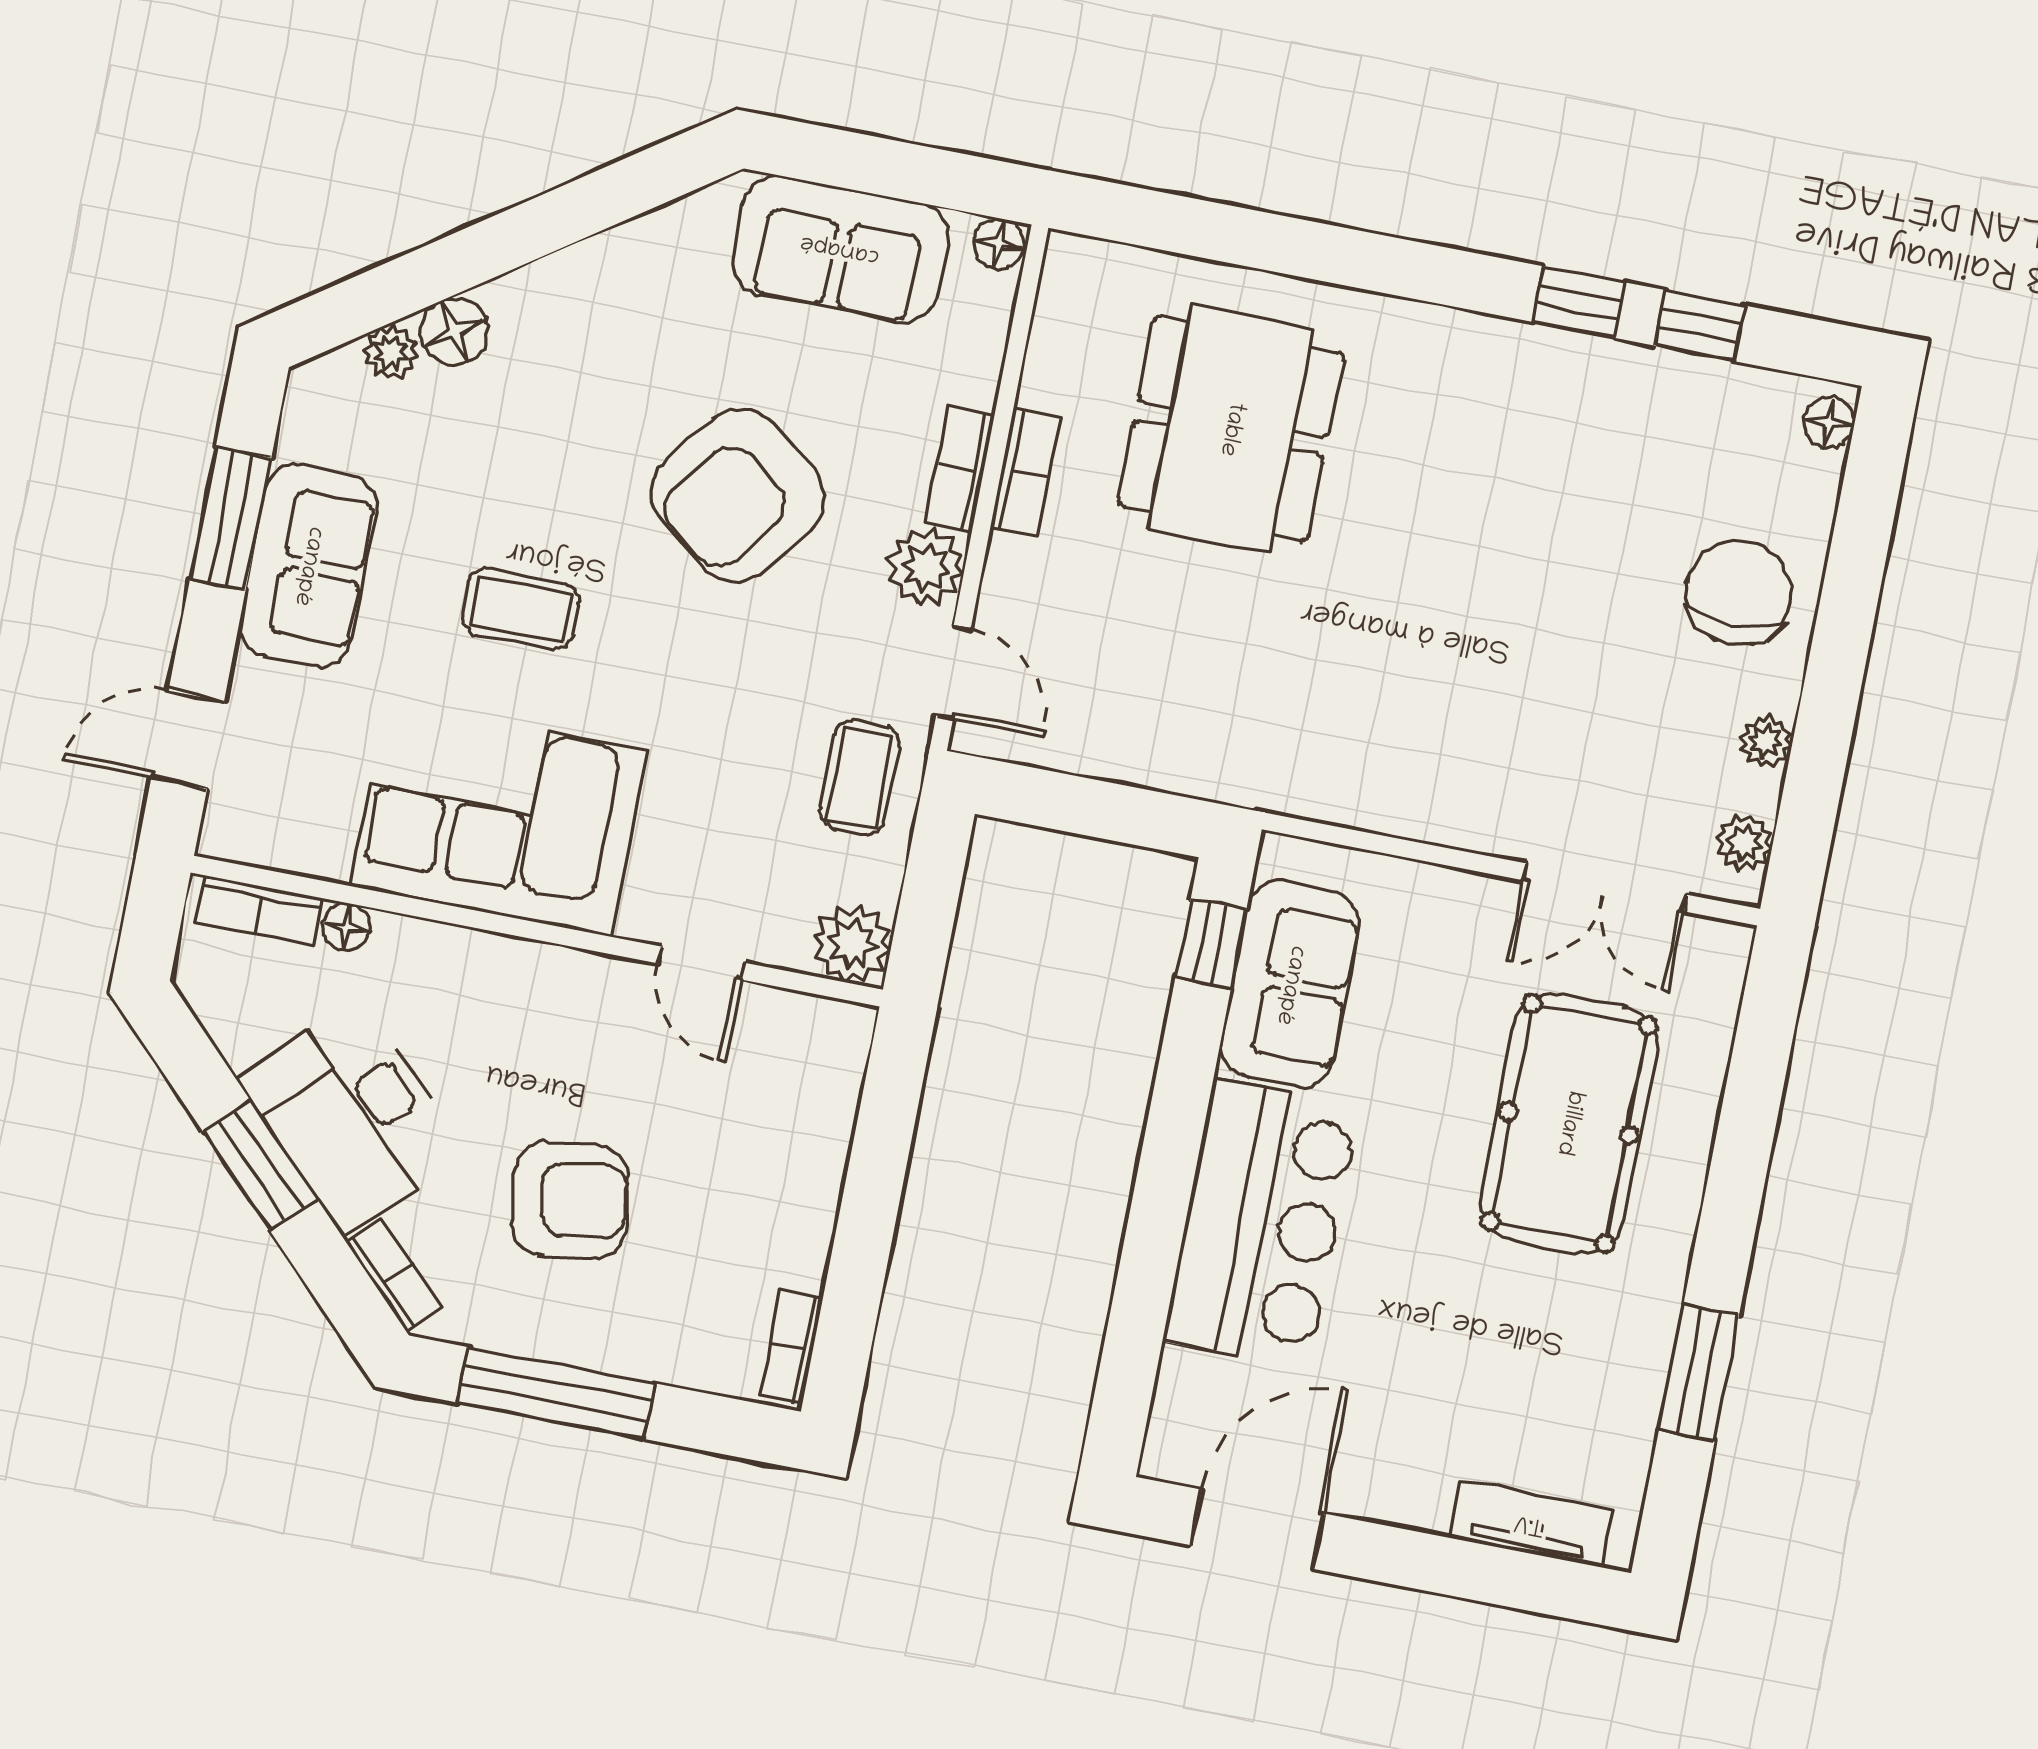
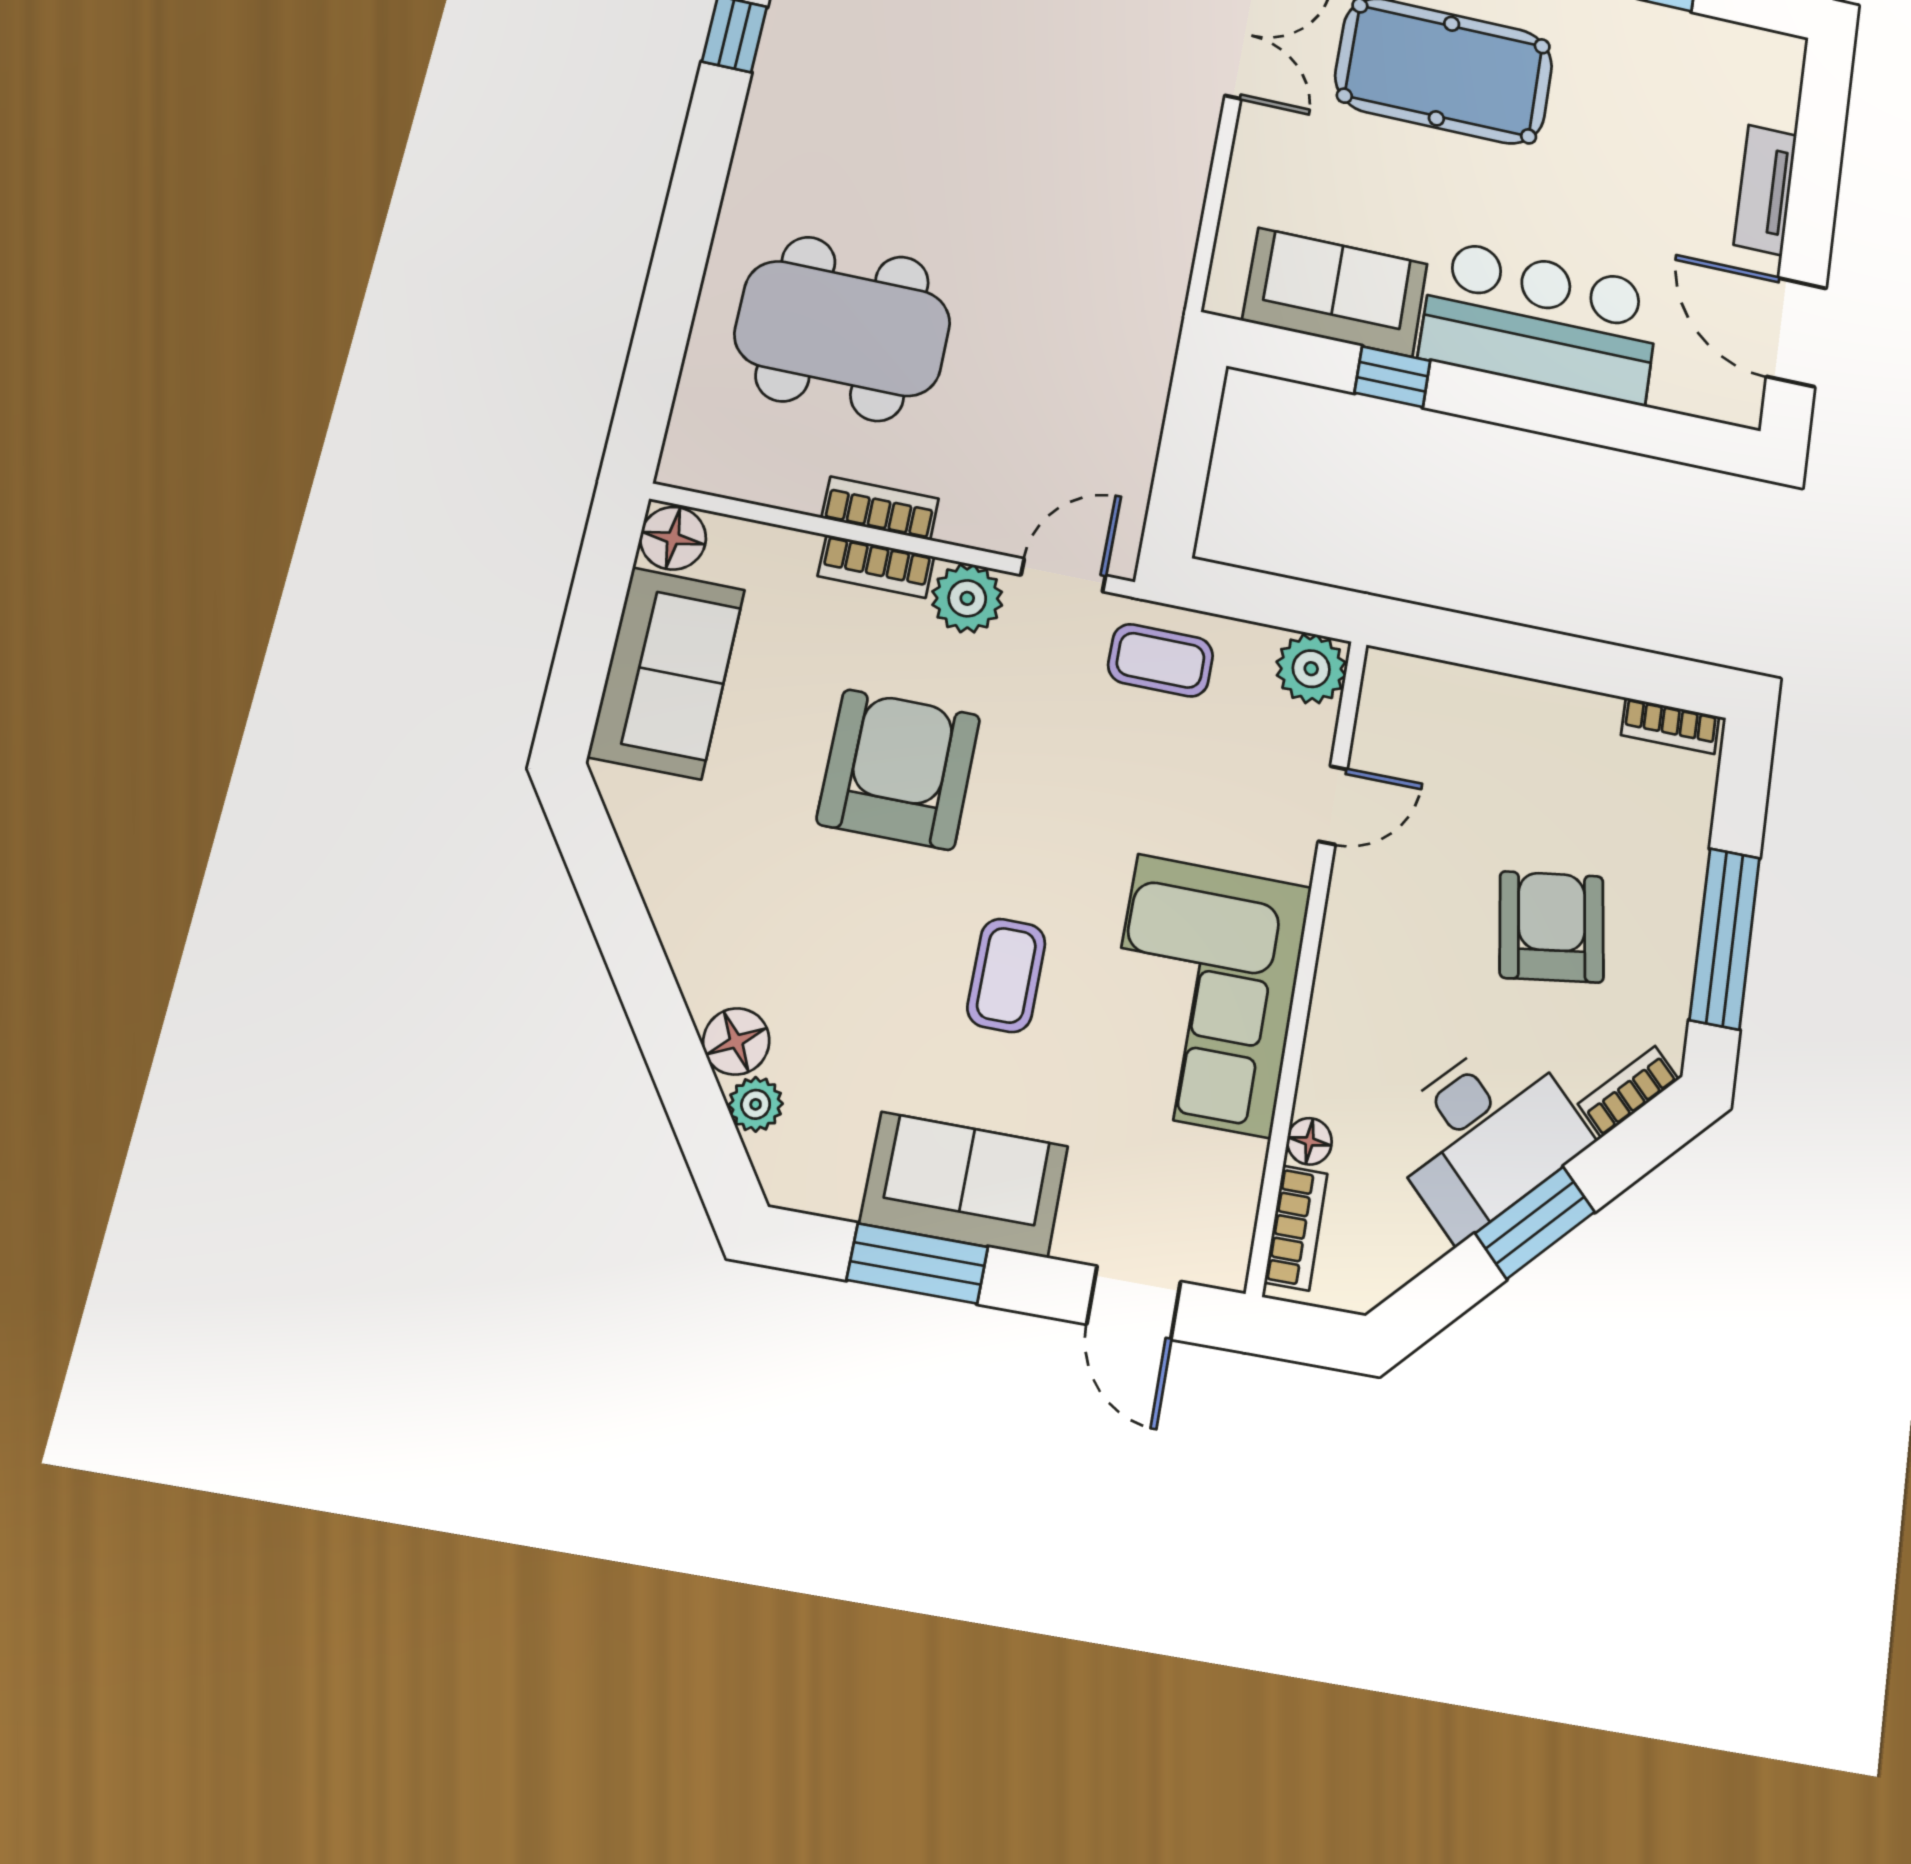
floor lamp: (999, 244) -> (673, 538), width x1.37, depth x1.37
armchair: (738, 495) -> (899, 769), turned -128
window: (1211, 943) -> (1392, 377), moved
tv unit: (1530, 1523) -> (1765, 190), moved

